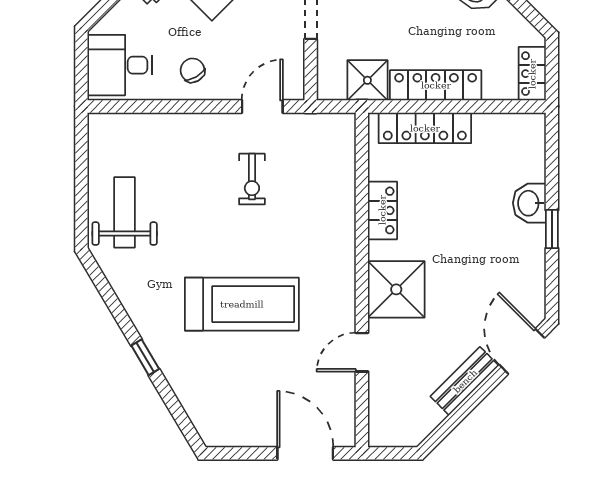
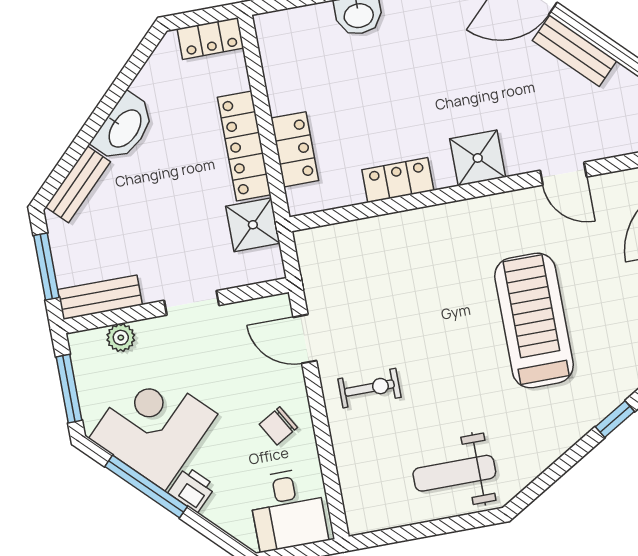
locker: (425, 128) -> (295, 149), width x0.66
exercise bike: (252, 179) -> (369, 388), moved
shower: (396, 289) -> (478, 158), width x0.73, depth x0.73

